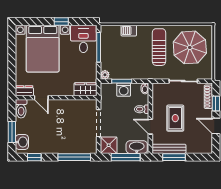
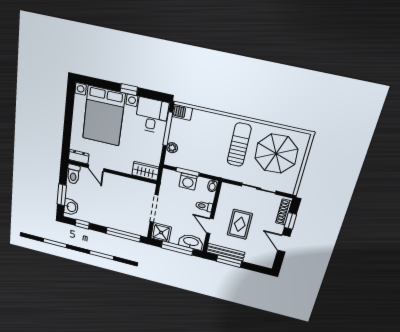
barbecue: (129, 31) -> (182, 112), moved
plant: (105, 75) -> (172, 148), moved

